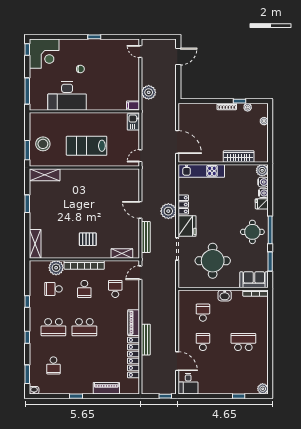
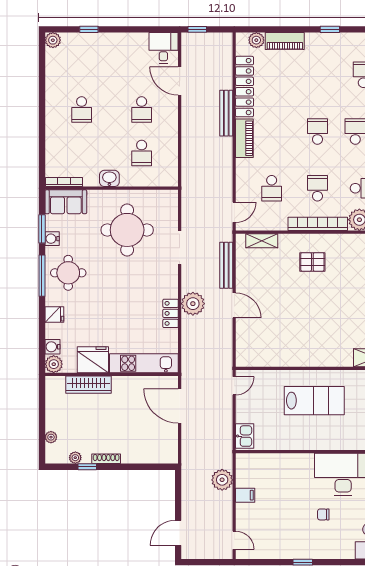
filing cabinet: (133, 106) -> (245, 495), moved
water cooler: (263, 193) -> (52, 239), moved
fridge: (187, 226) -> (93, 360), moved, turned 90
school desk: (84, 327) -> (317, 131), width x0.54
school desk: (243, 342) -> (82, 110), width x0.54
plant: (126, 389) -> (256, 40), added

